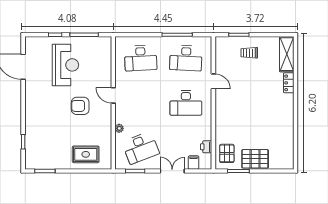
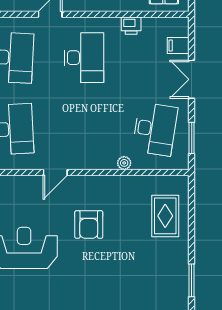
door: (113, 95) -> (55, 172), moved
printer: (206, 147) -> (131, 26), moved
desk: (141, 148) -> (155, 129), turned 30

